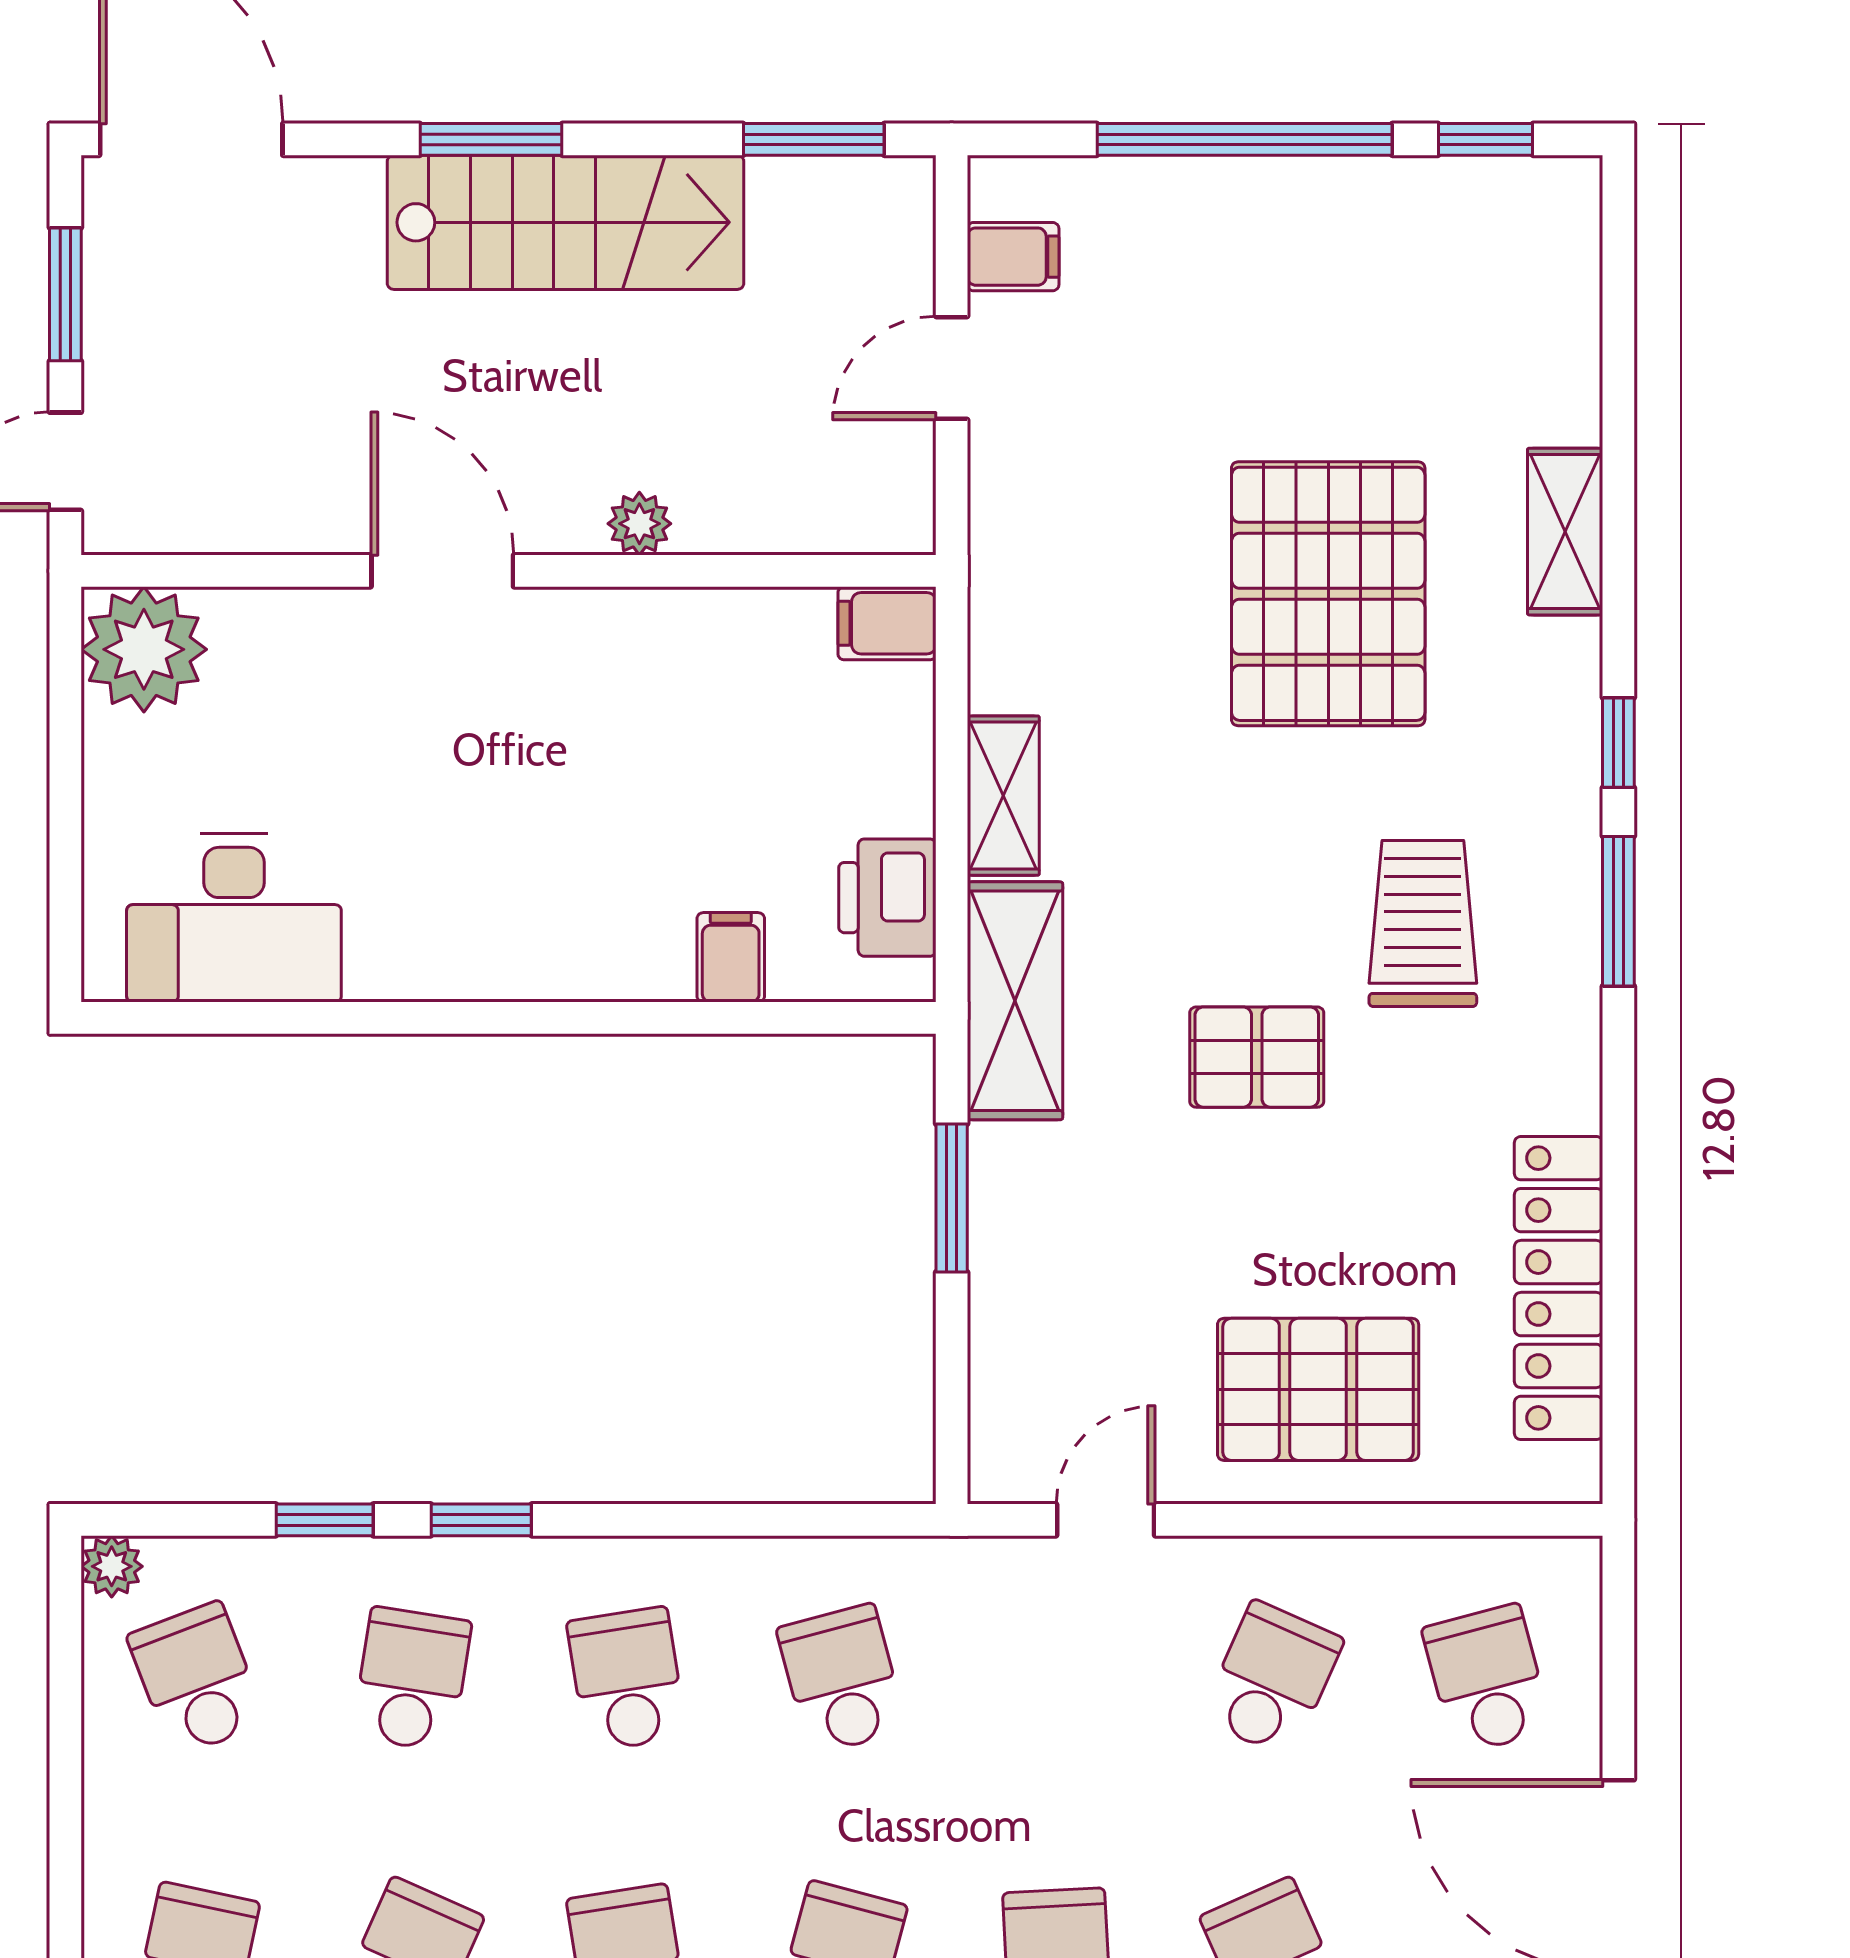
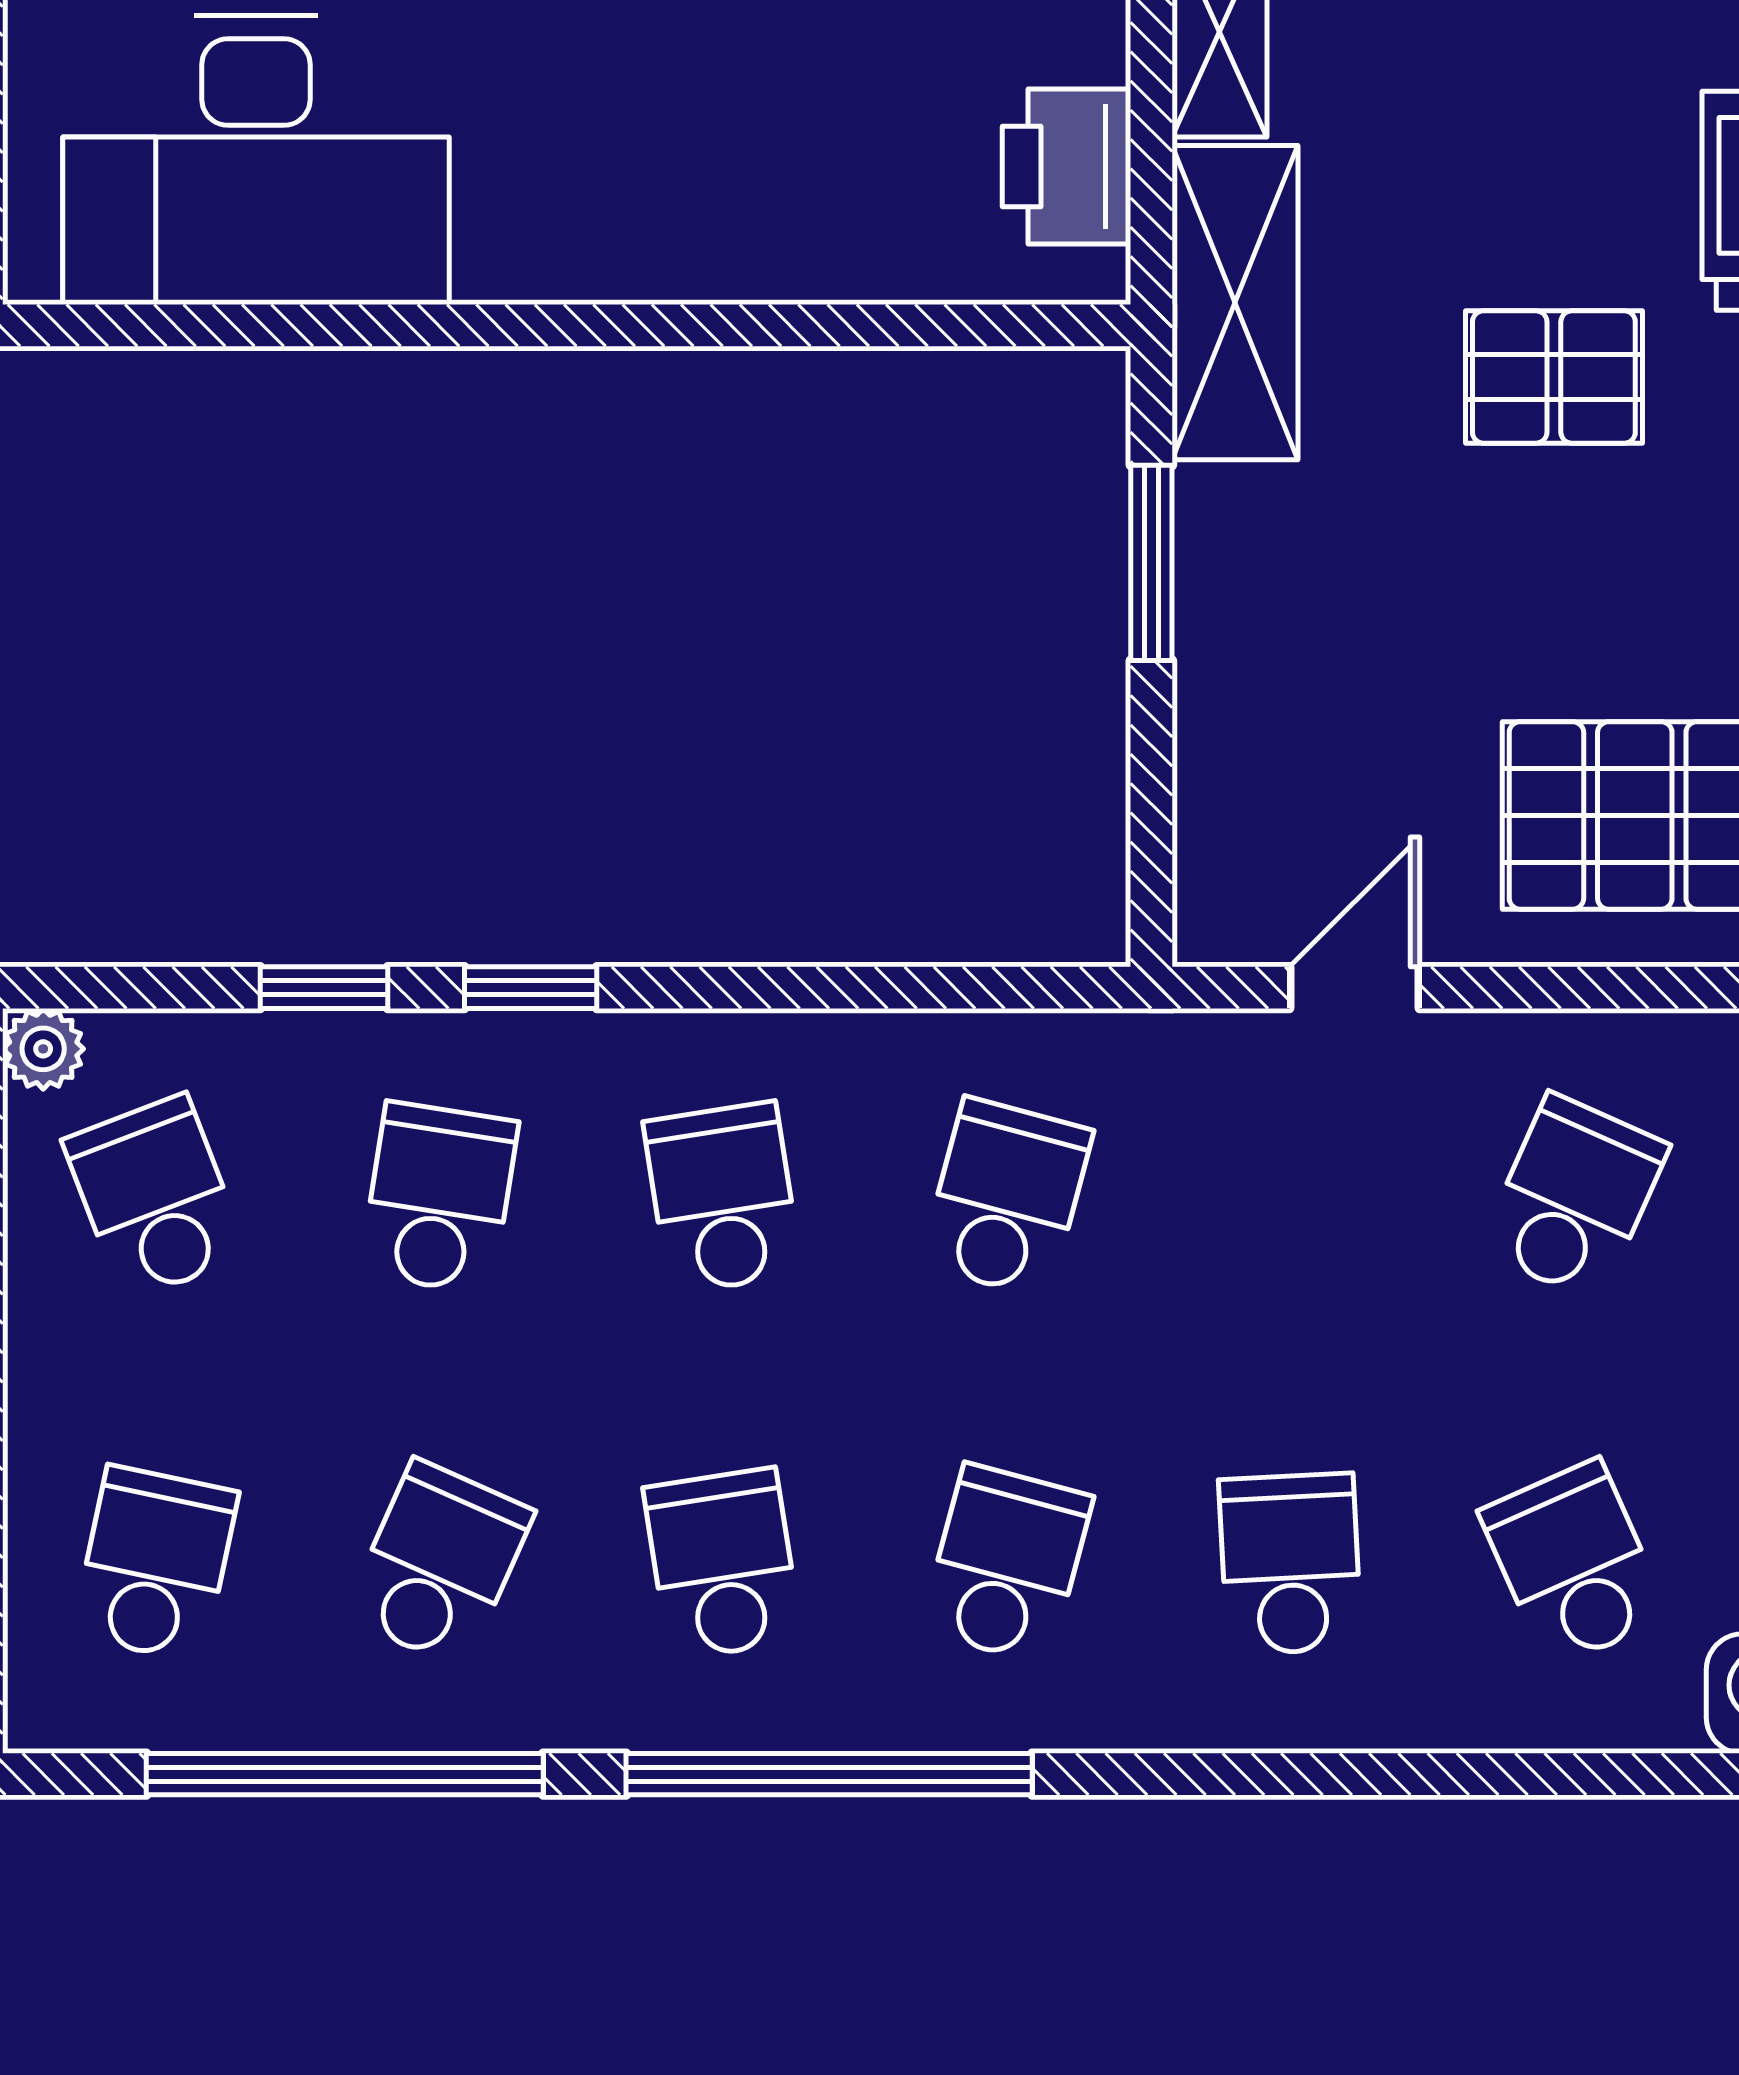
desk: (234, 918) -> (256, 160), width x1.36, depth x1.30
filing cabinet: (731, 957) -> (860, 245), removed
school desk: (842, 1679) -> (1006, 1198), turned 30

